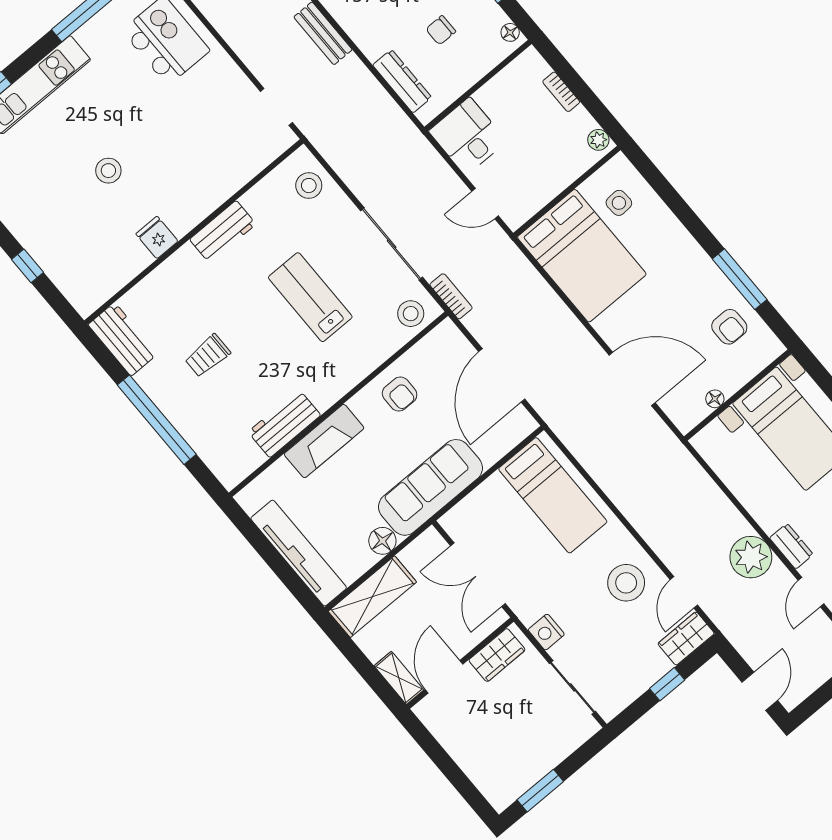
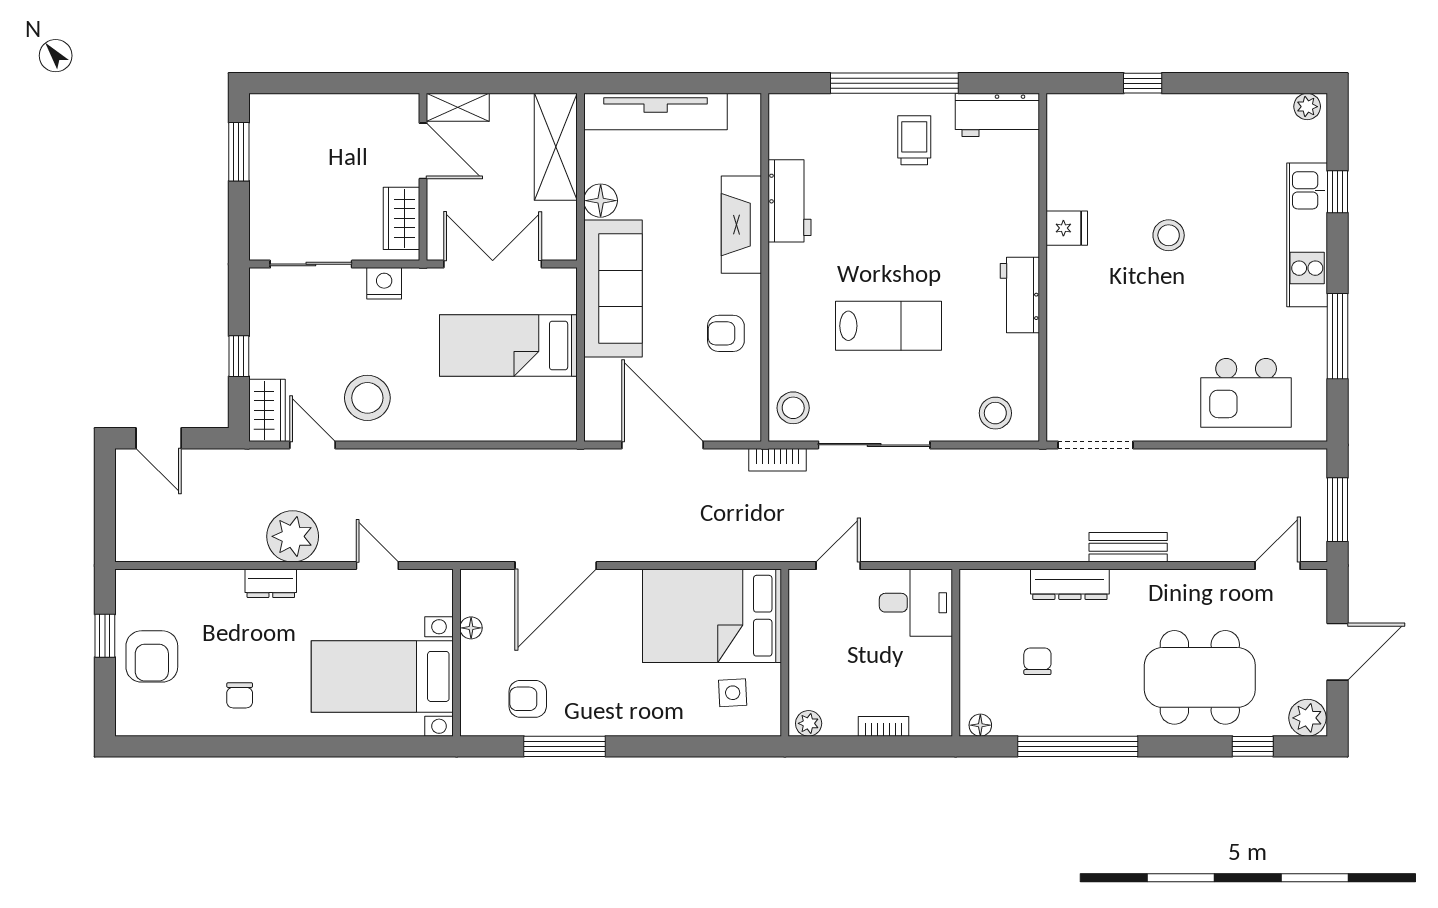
dresser: (402, 81) -> (1070, 584), moved
doorway: (276, 107) -> (1096, 445), width x1.38
trolley: (208, 356) -> (914, 140), moved
bed: (553, 495) -> (508, 346), moved
door: (811, 592) -> (377, 566), moved

